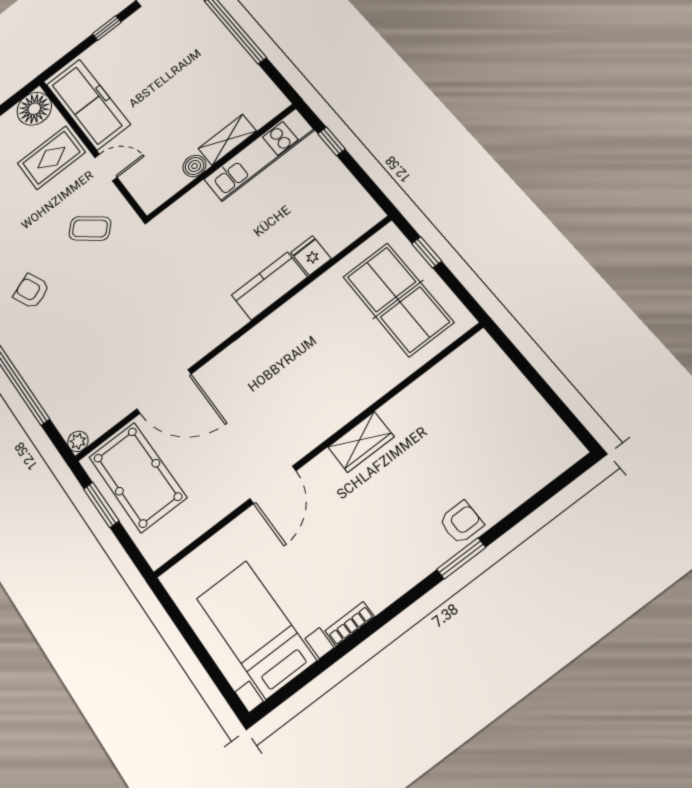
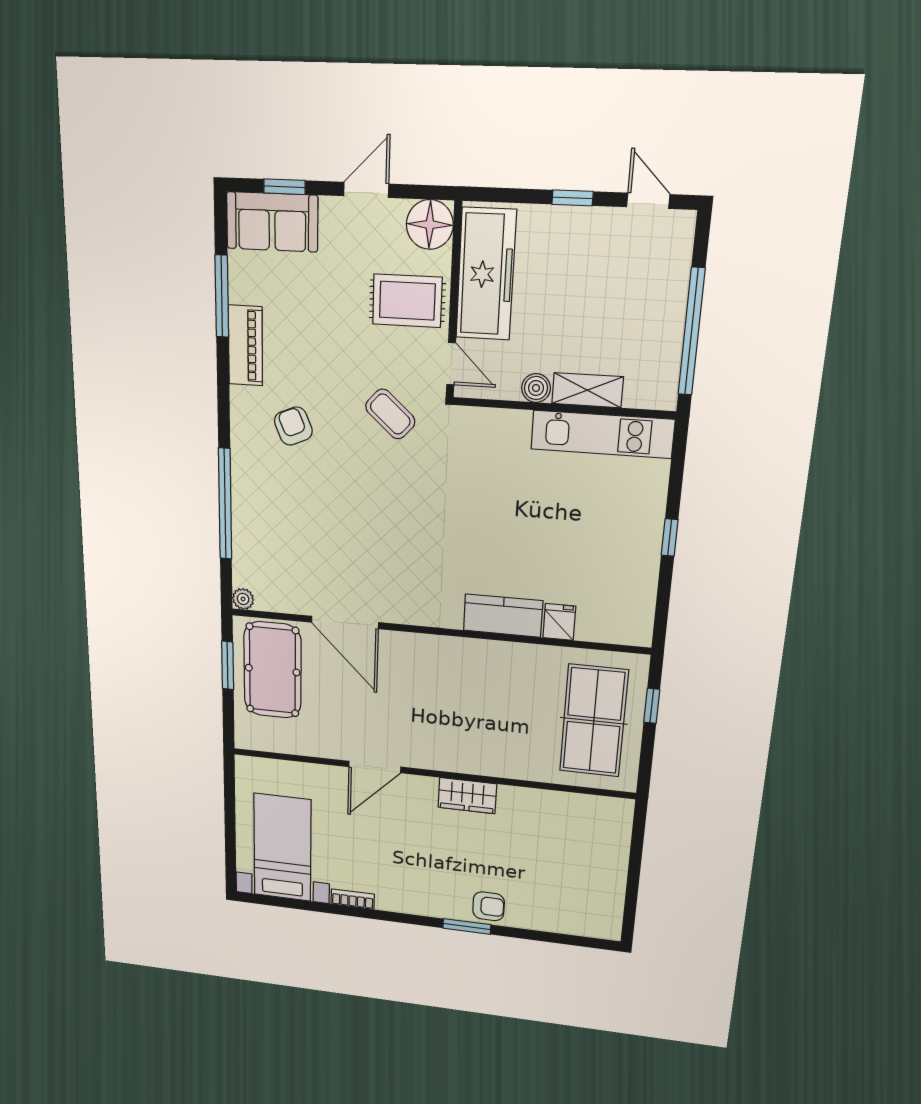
shelving: (227, 140) -> (587, 390), moved
kitchen unit: (259, 155) -> (602, 434), moved
wall: (221, 162) -> (563, 408), moved
boiler: (194, 166) -> (536, 388), moved

